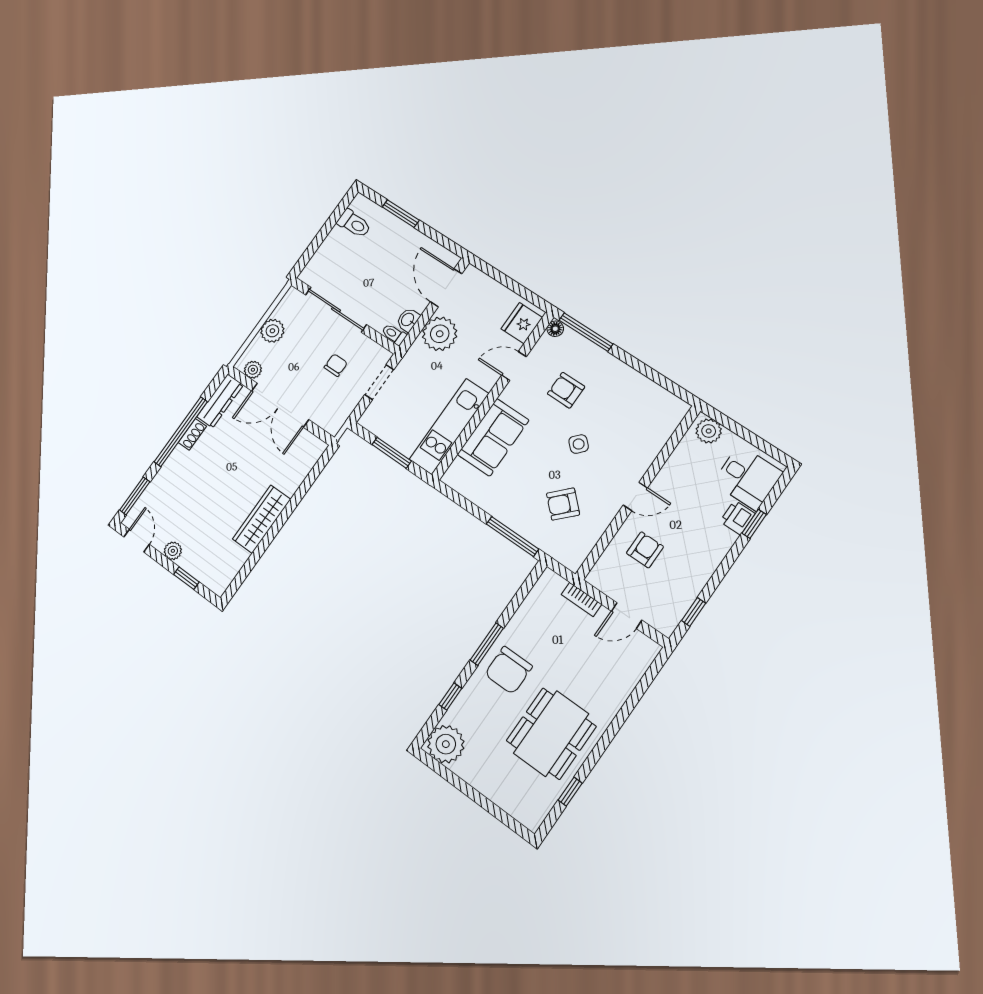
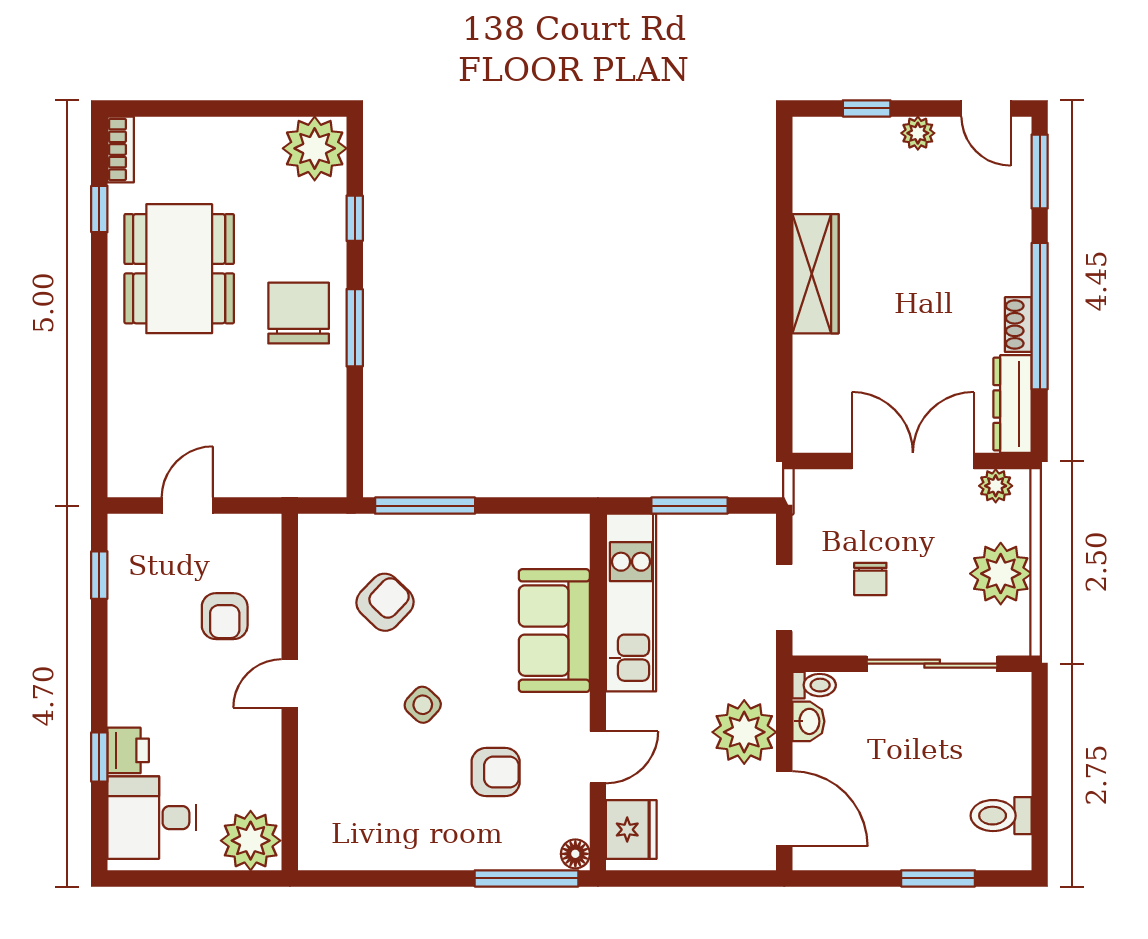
plant: (272, 331) -> (1001, 574), width x1.36, depth x1.36
plant: (709, 431) -> (251, 841), width x1.36, depth x1.36
bookcase: (581, 599) -> (121, 149), moved, turned 90

